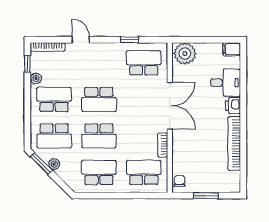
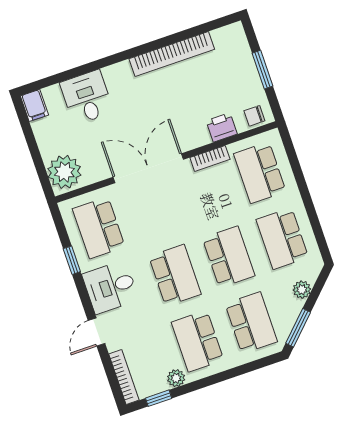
desk: (105, 58) -> (110, 287), added
printer: (233, 106) -> (222, 127), moved, turned 180
plant: (54, 164) -> (302, 290), moved

